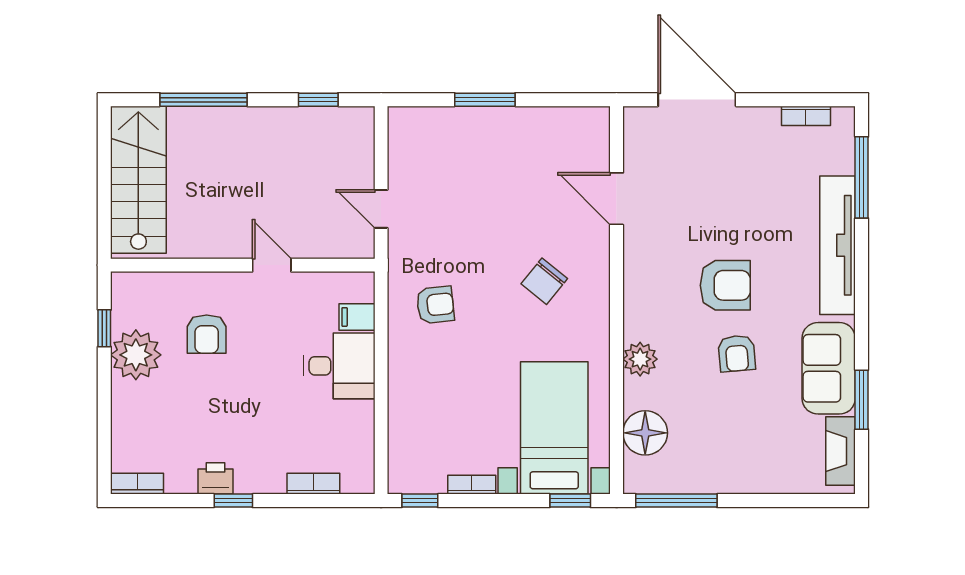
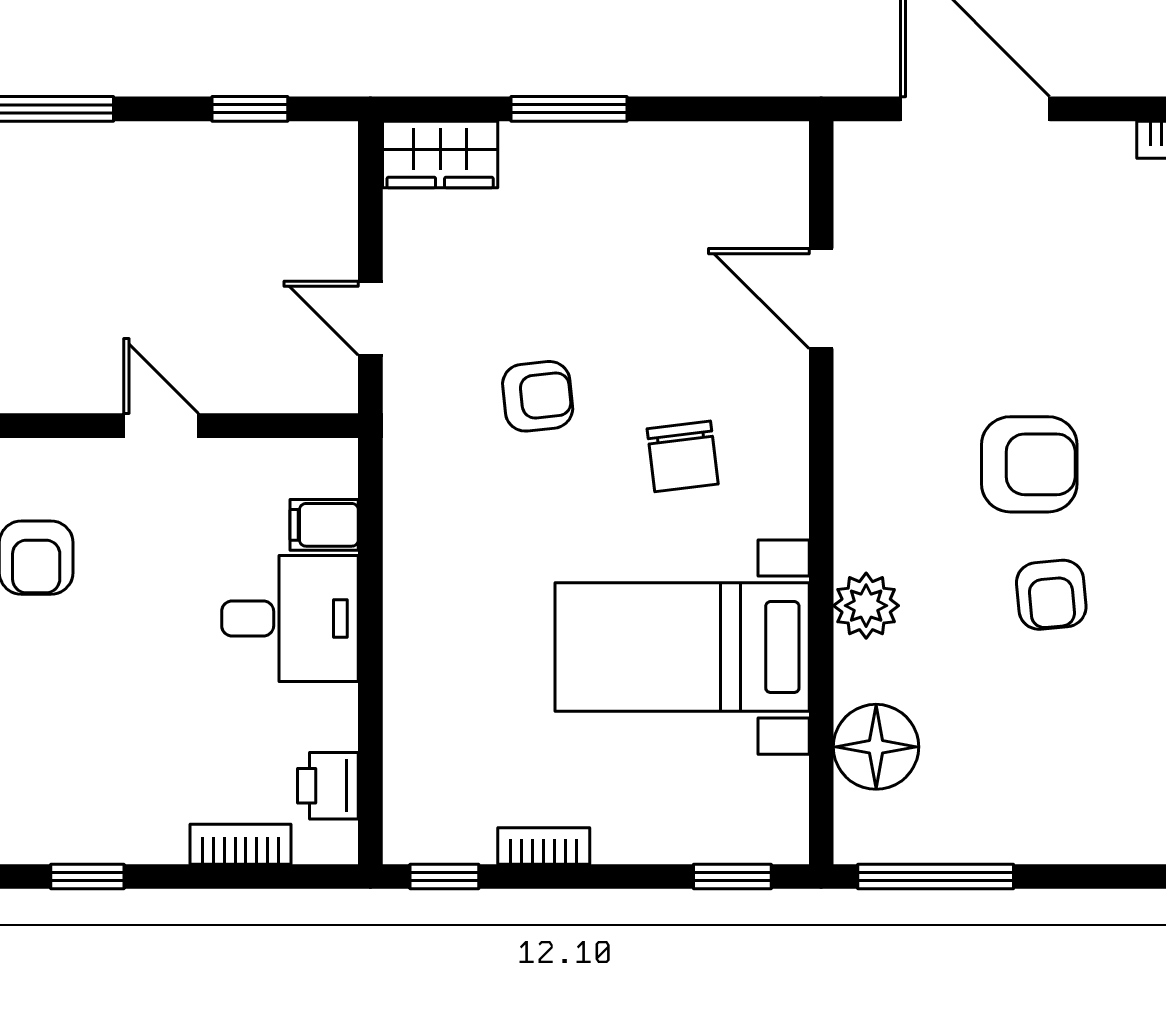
wardrobe: (418, 123) -> (440, 154), added
chair: (544, 281) -> (683, 456), turned -46
armchair: (435, 305) -> (538, 396), moved
bed with nightstands: (554, 428) -> (682, 647), moved, turned -90
printer: (215, 478) -> (328, 786), moved, turned -90

